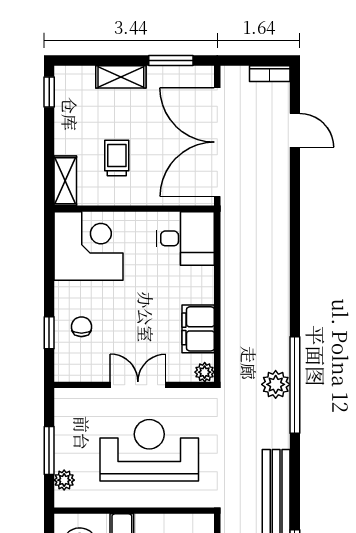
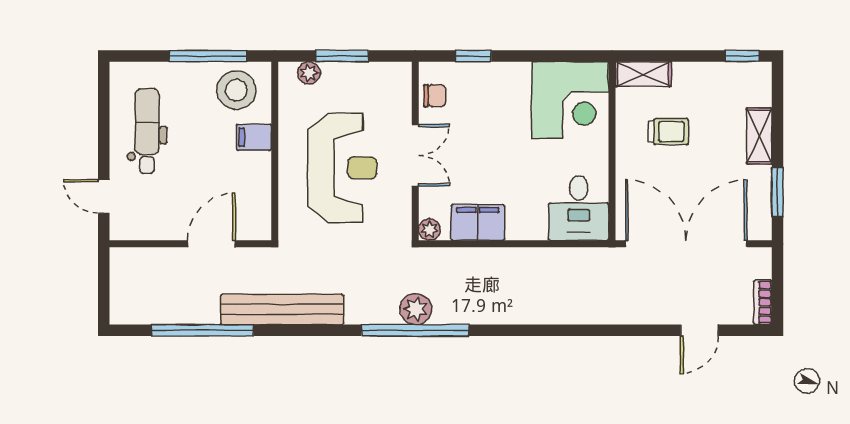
chair: (81, 327) -> (435, 96), moved

